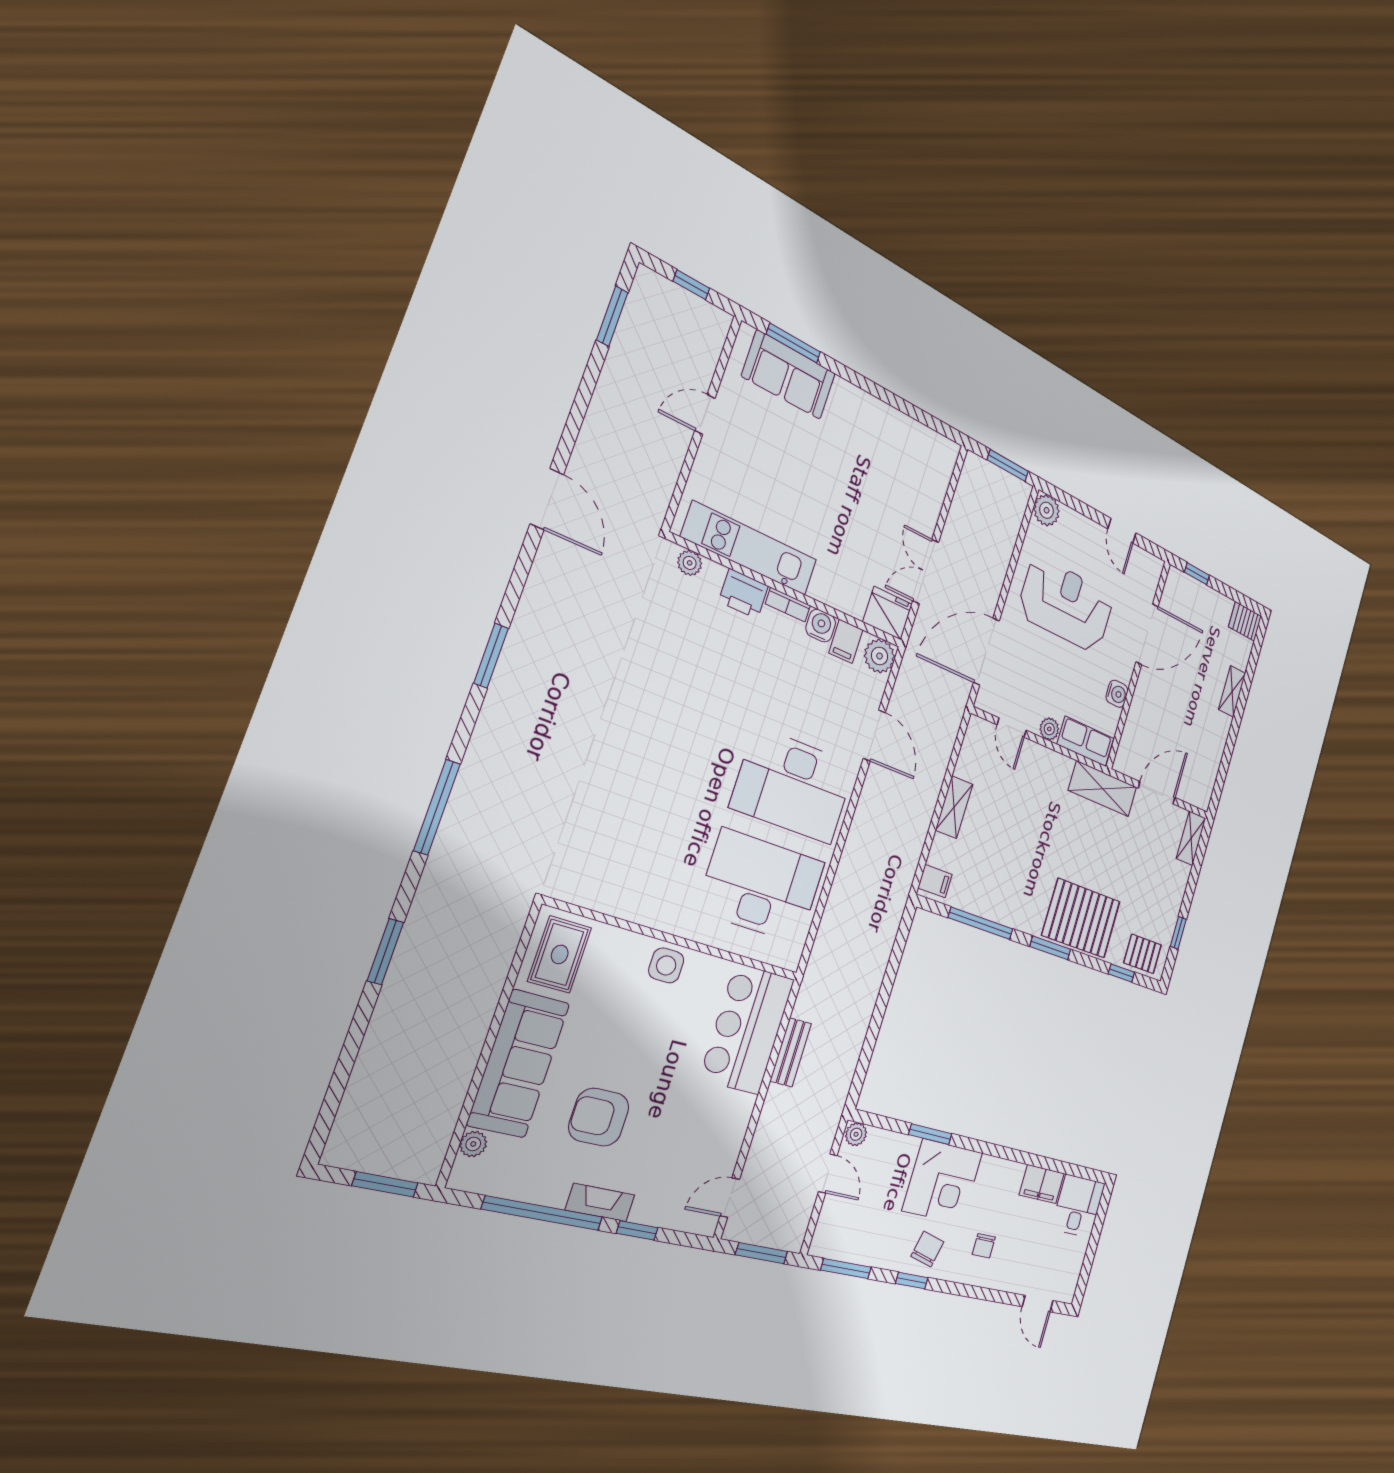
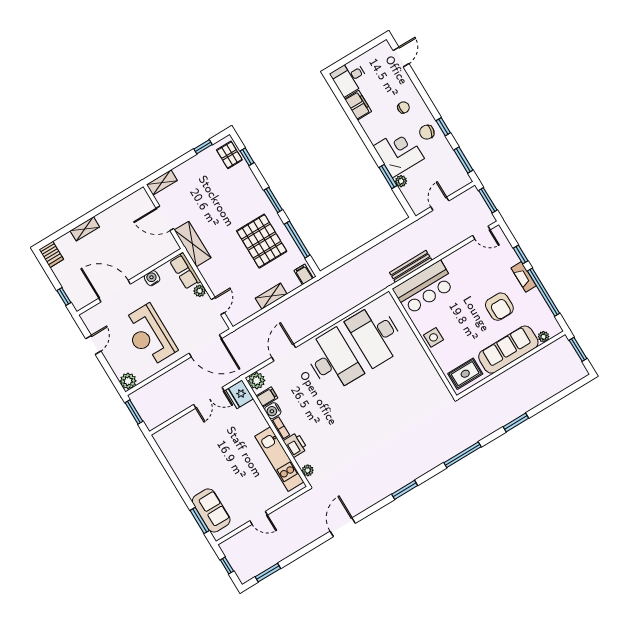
pallet: (1081, 918) -> (262, 241), moved
bench: (791, 1052) -> (411, 266), width x1.36
plant: (856, 1134) -> (401, 181), moved

